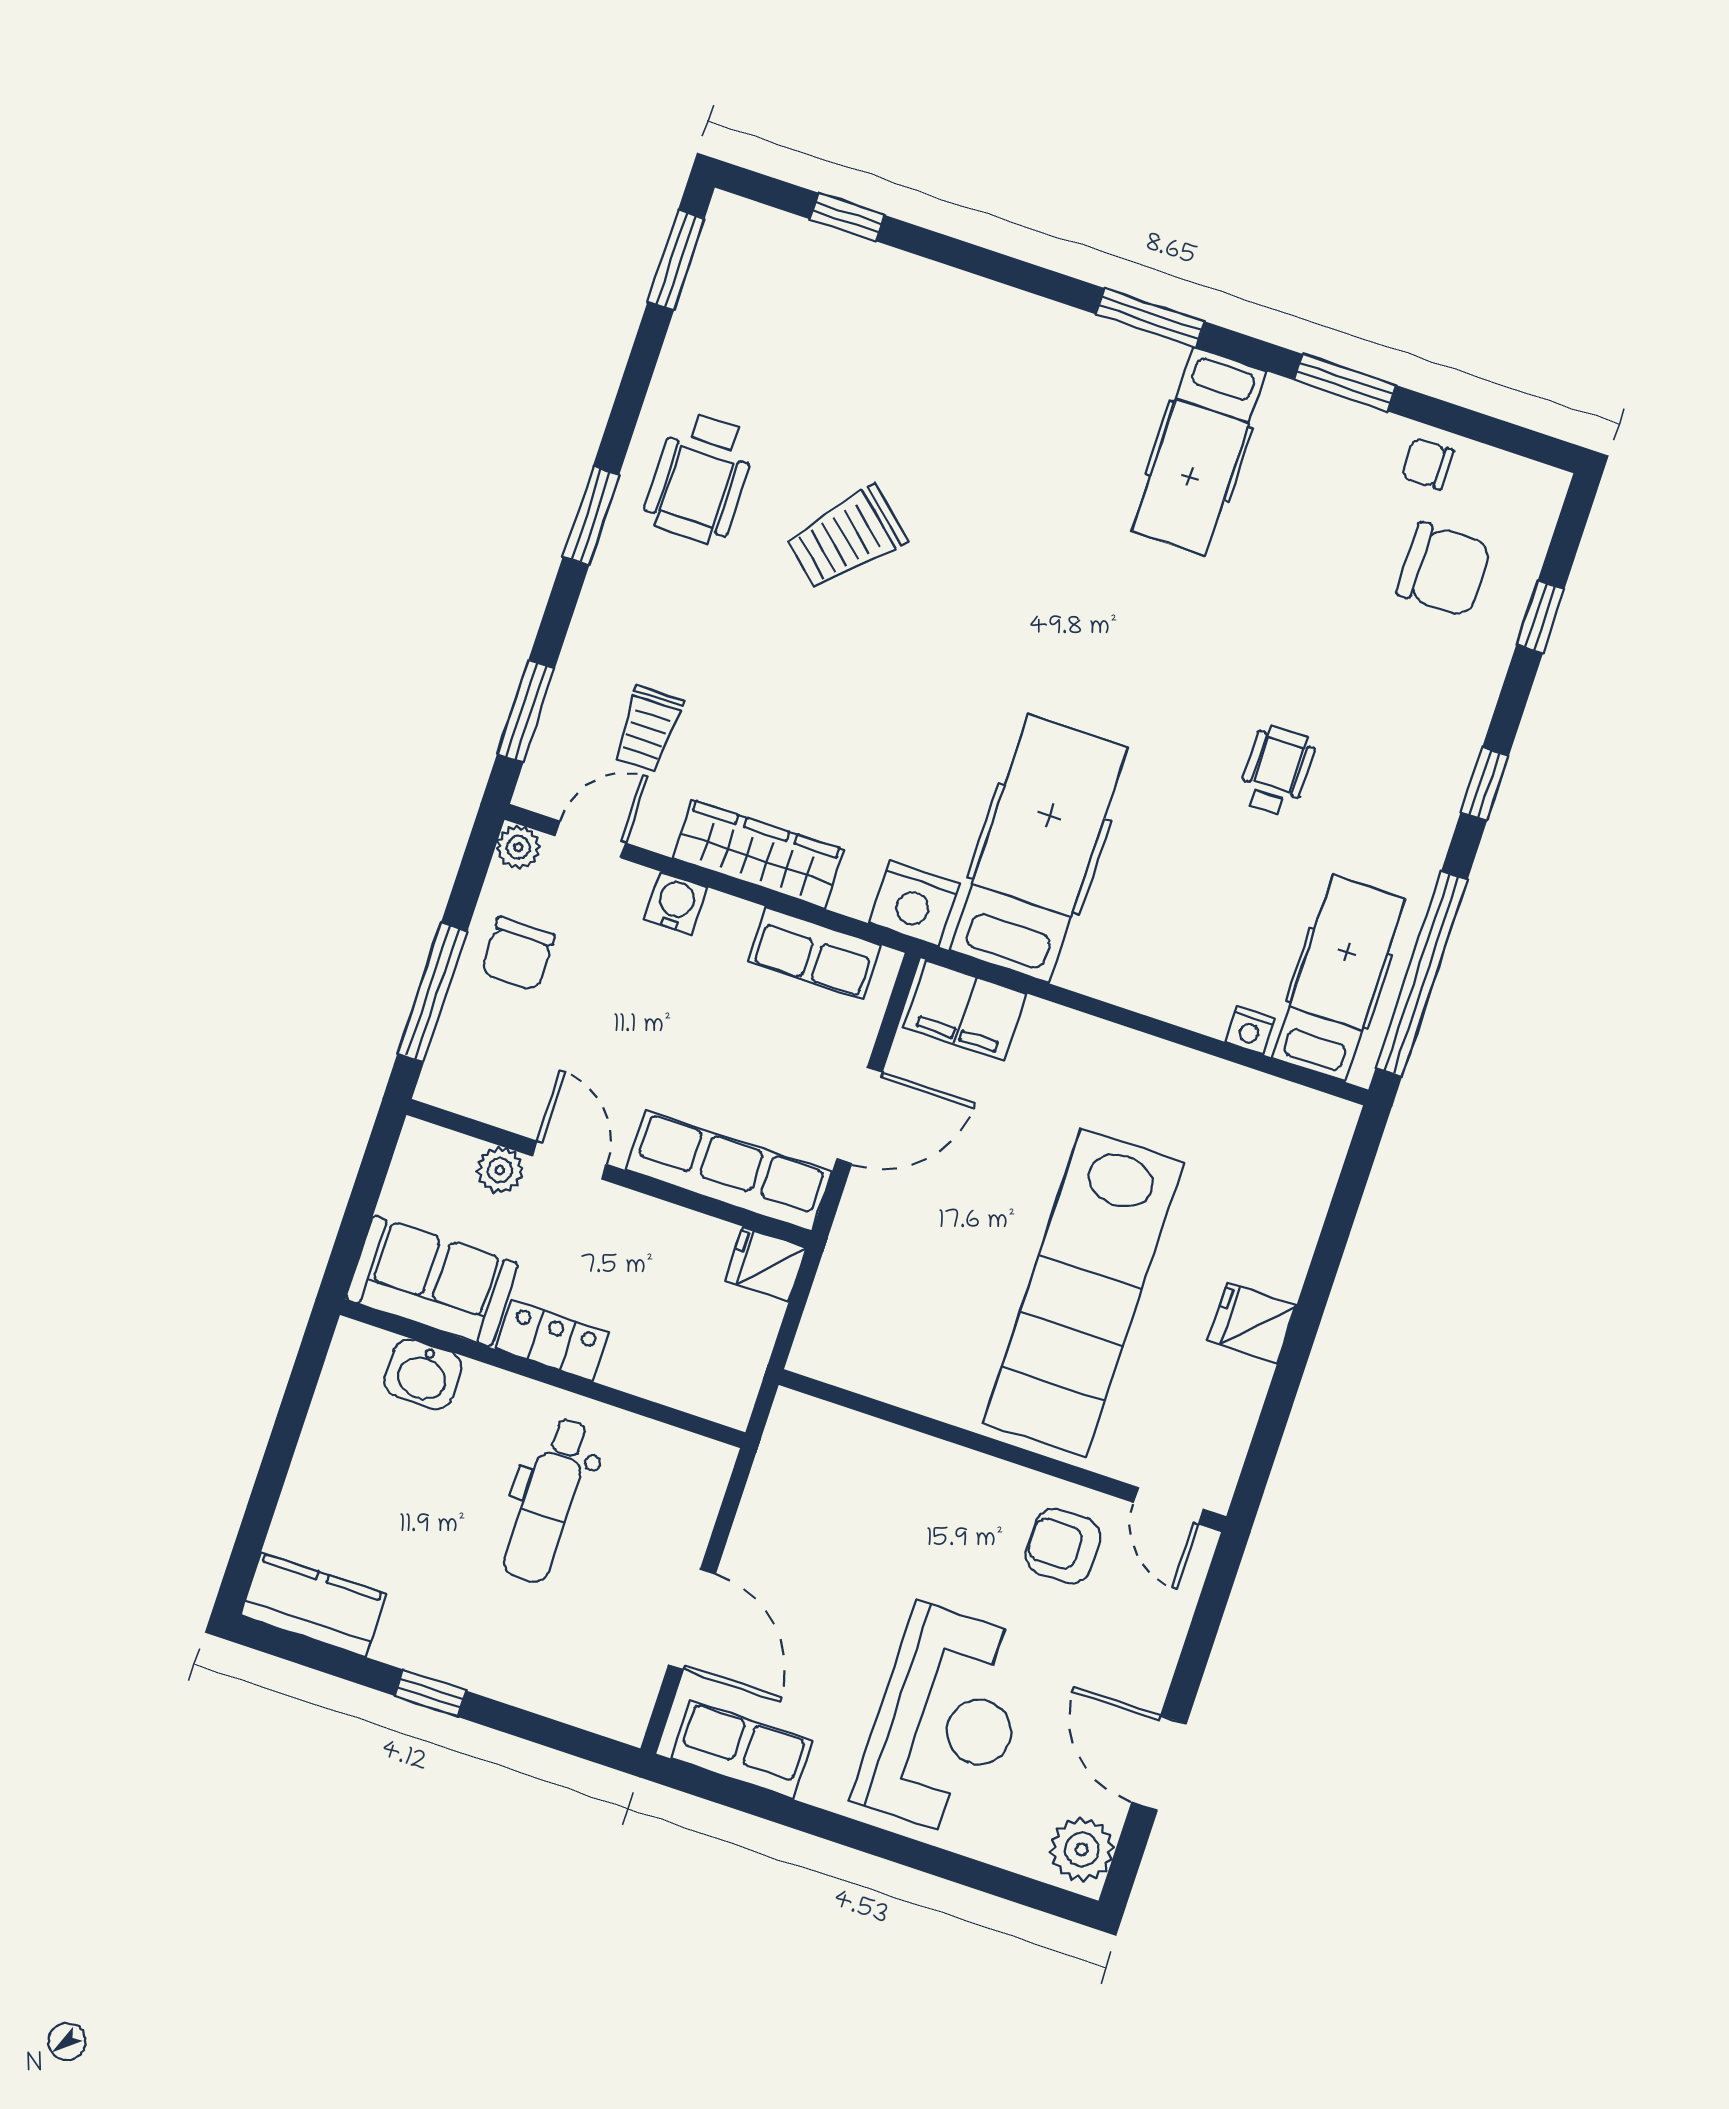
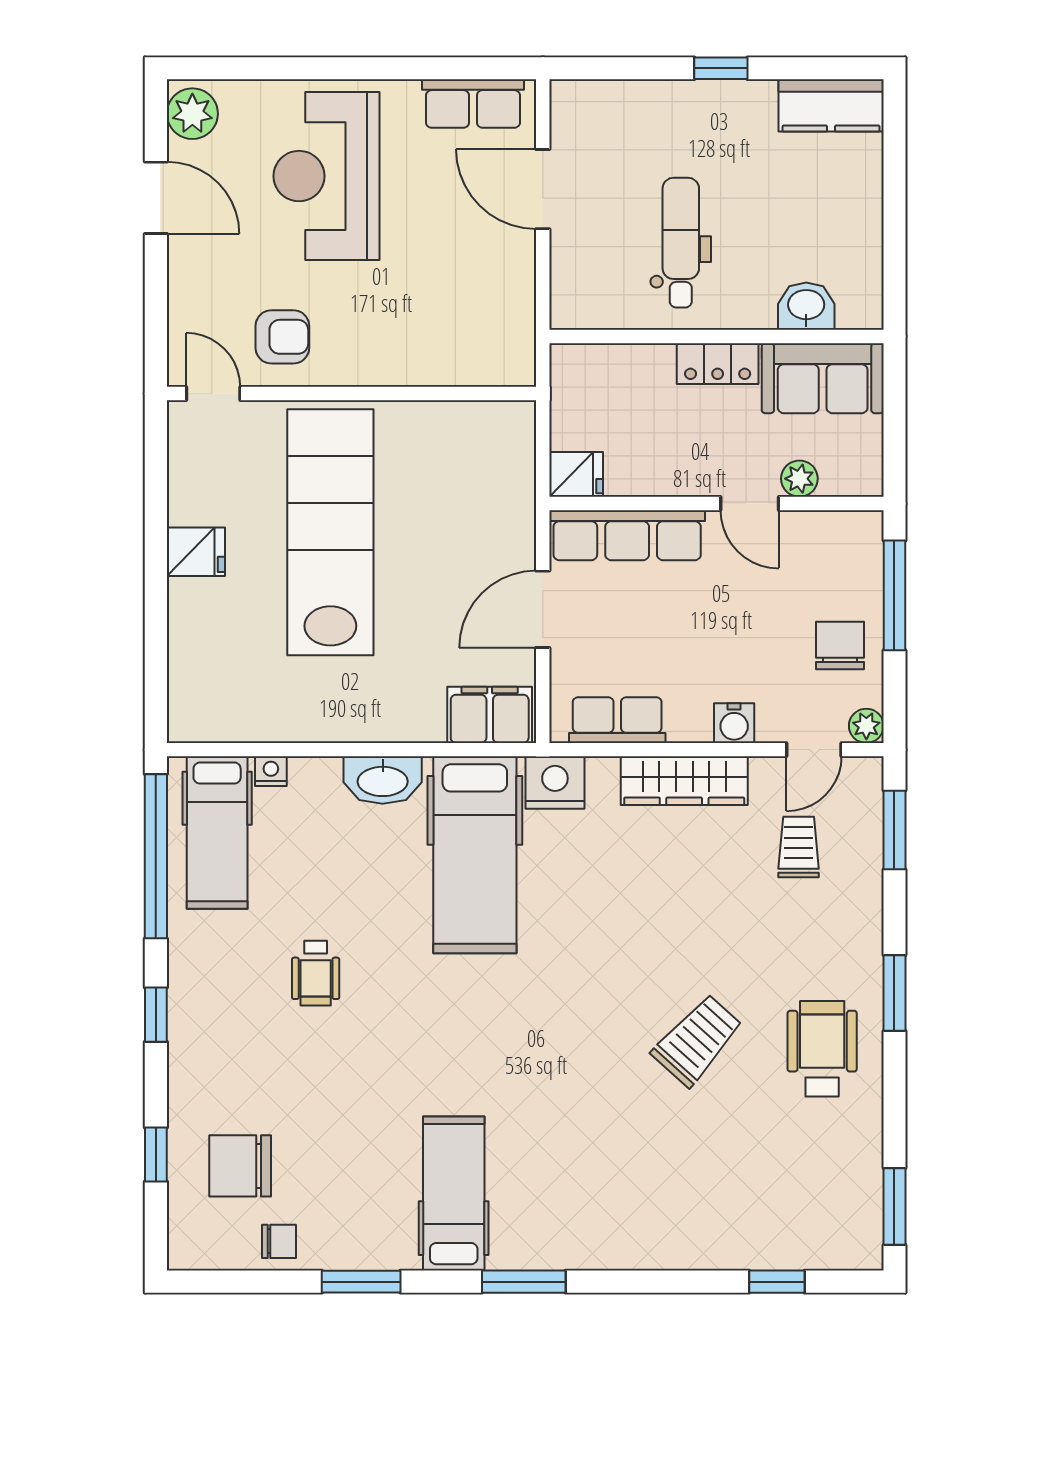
washbasin: (1119, 975) -> (383, 780), added

